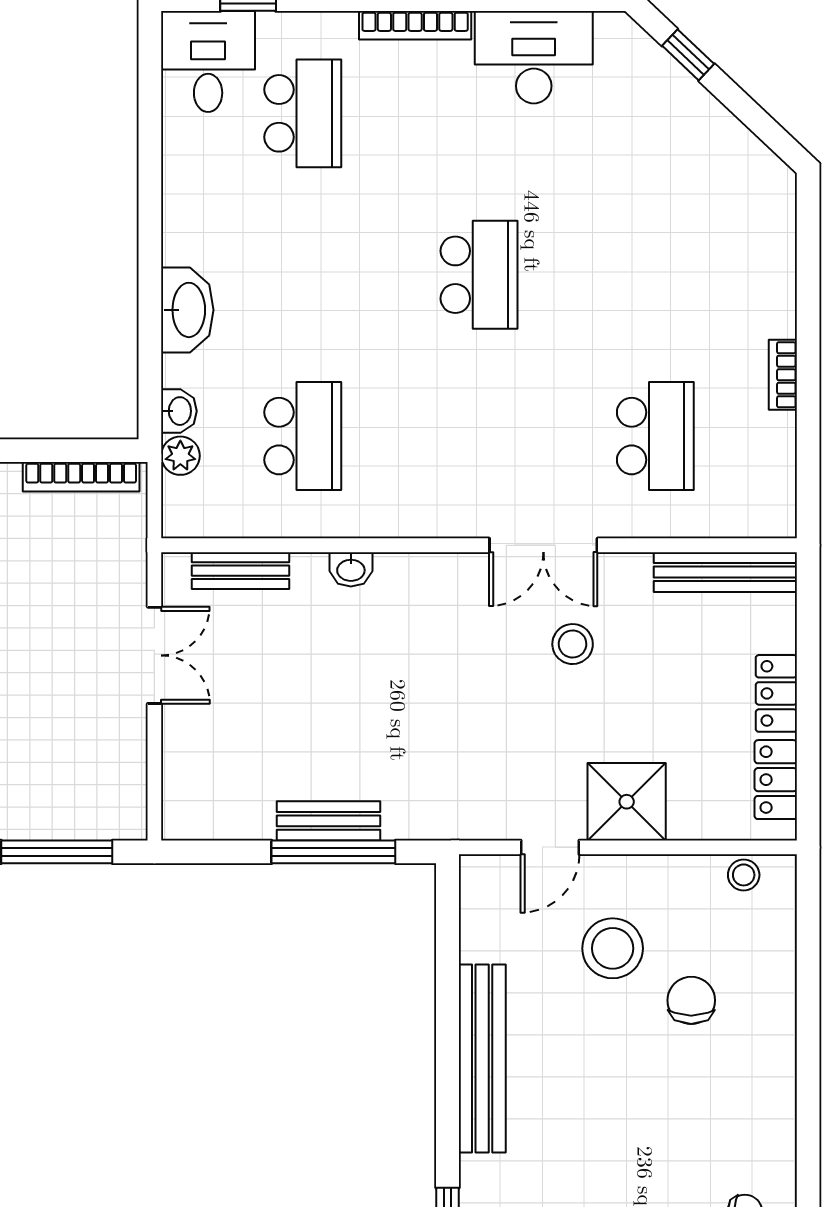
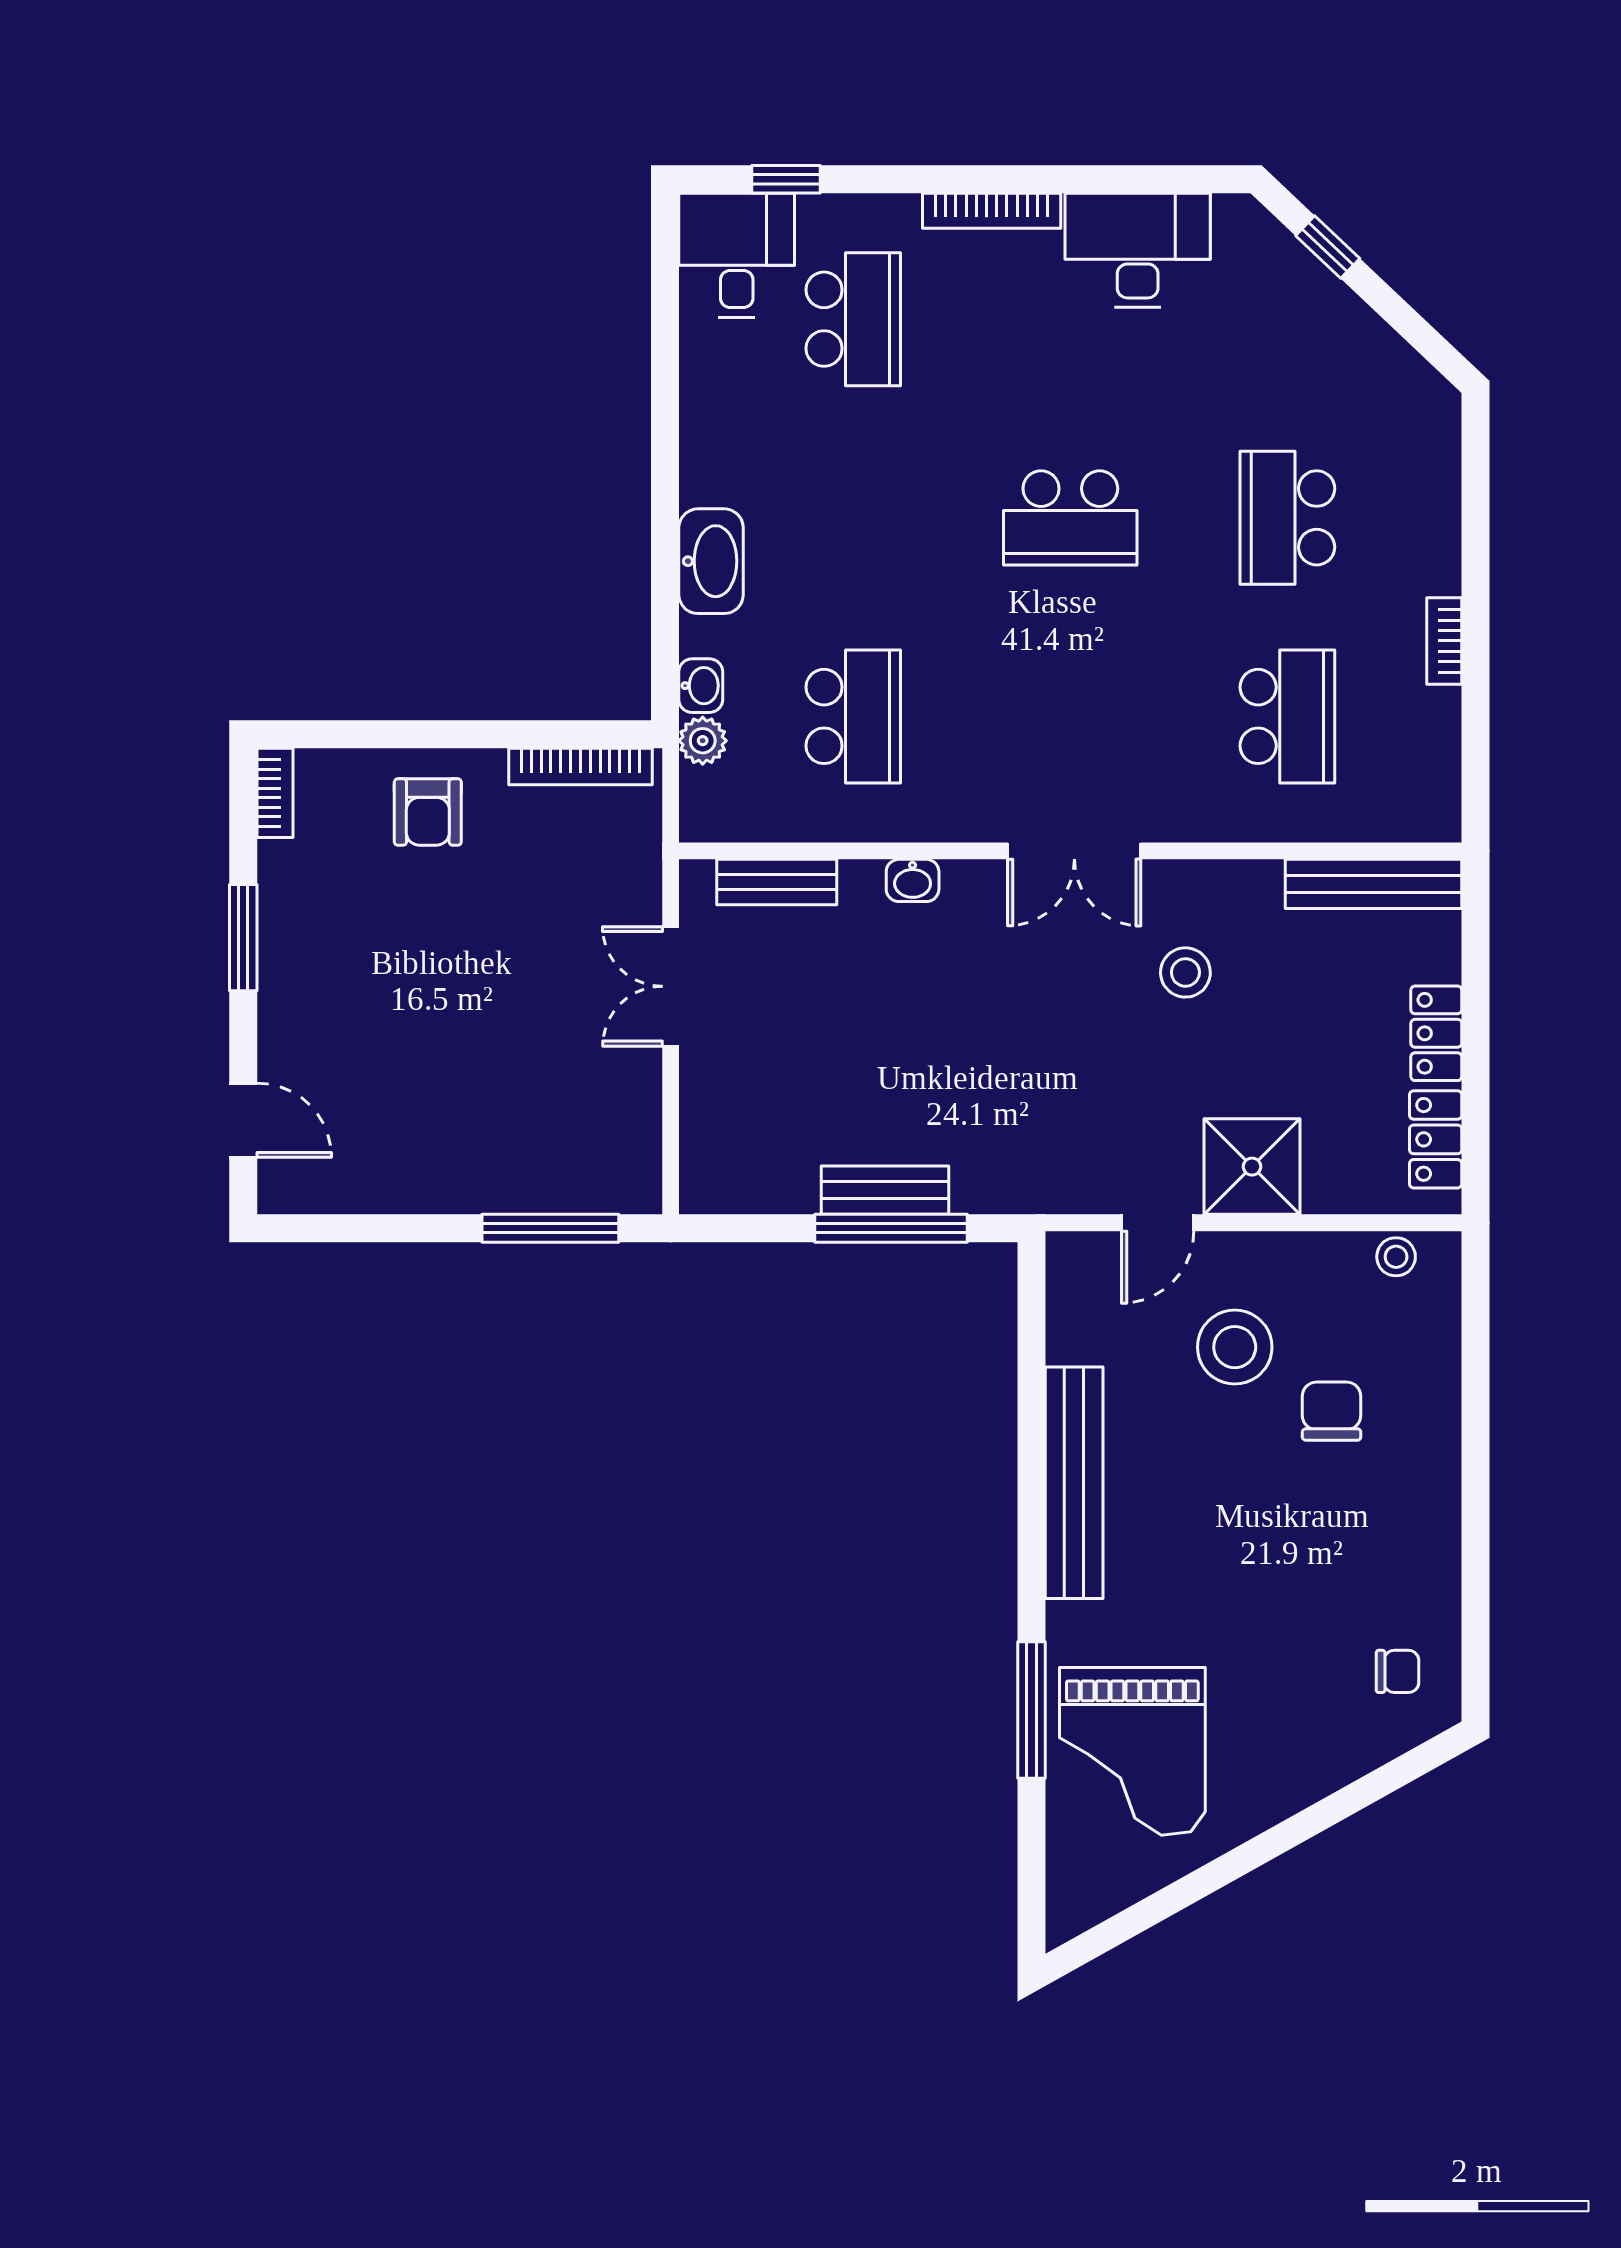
school desk: (479, 275) -> (1070, 518), turned 90
school desk: (655, 275) -> (1287, 518), added
double door: (543, 545) -> (1074, 851), moved
double door: (154, 655) -> (671, 986), swing flipped

